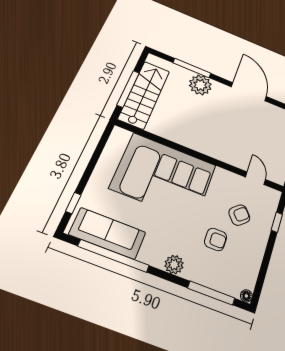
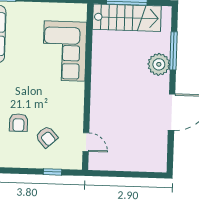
corner sofa: (164, 177) -> (65, 51), width x0.73, depth x0.74
door: (255, 178) -> (86, 142), hinge flipped

